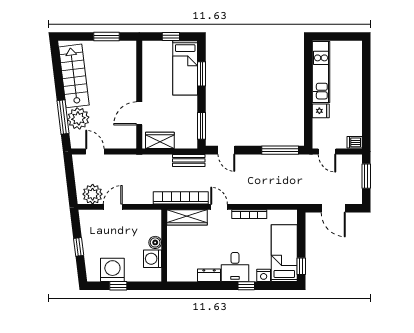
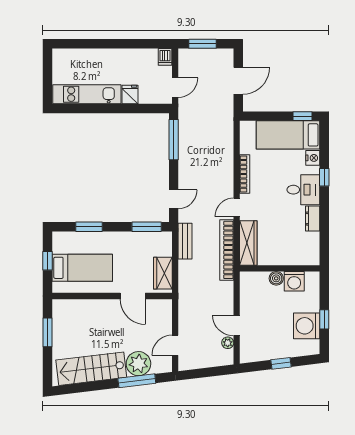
bed: (185, 68) -> (82, 268), moved
plant: (93, 194) -> (228, 343), width x0.53, depth x0.53

